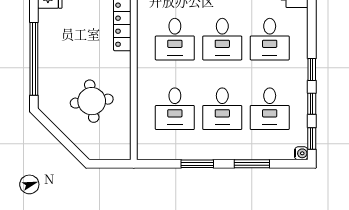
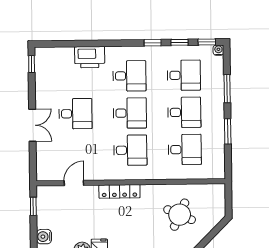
round table: (92, 101) -> (180, 215), turned 31

